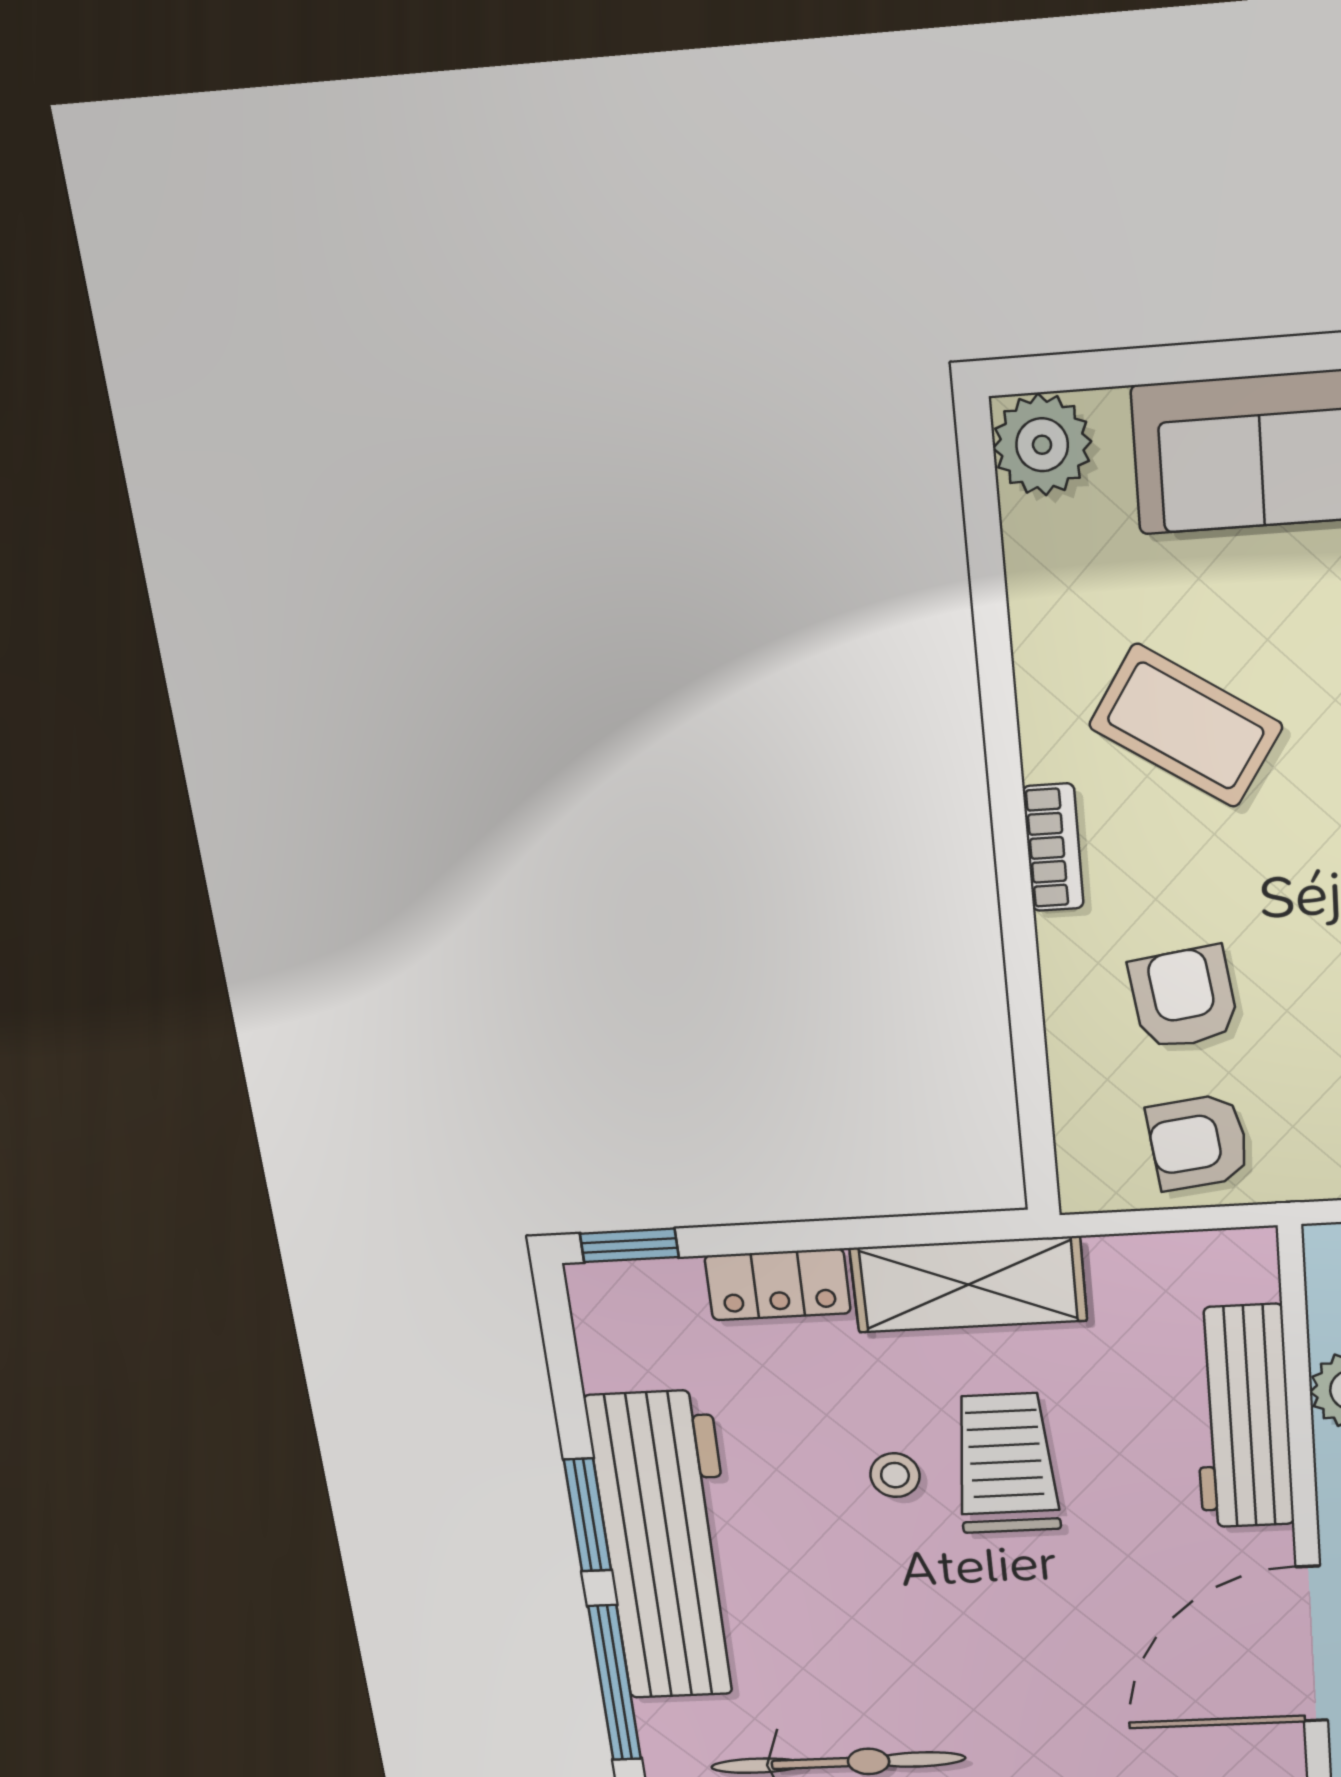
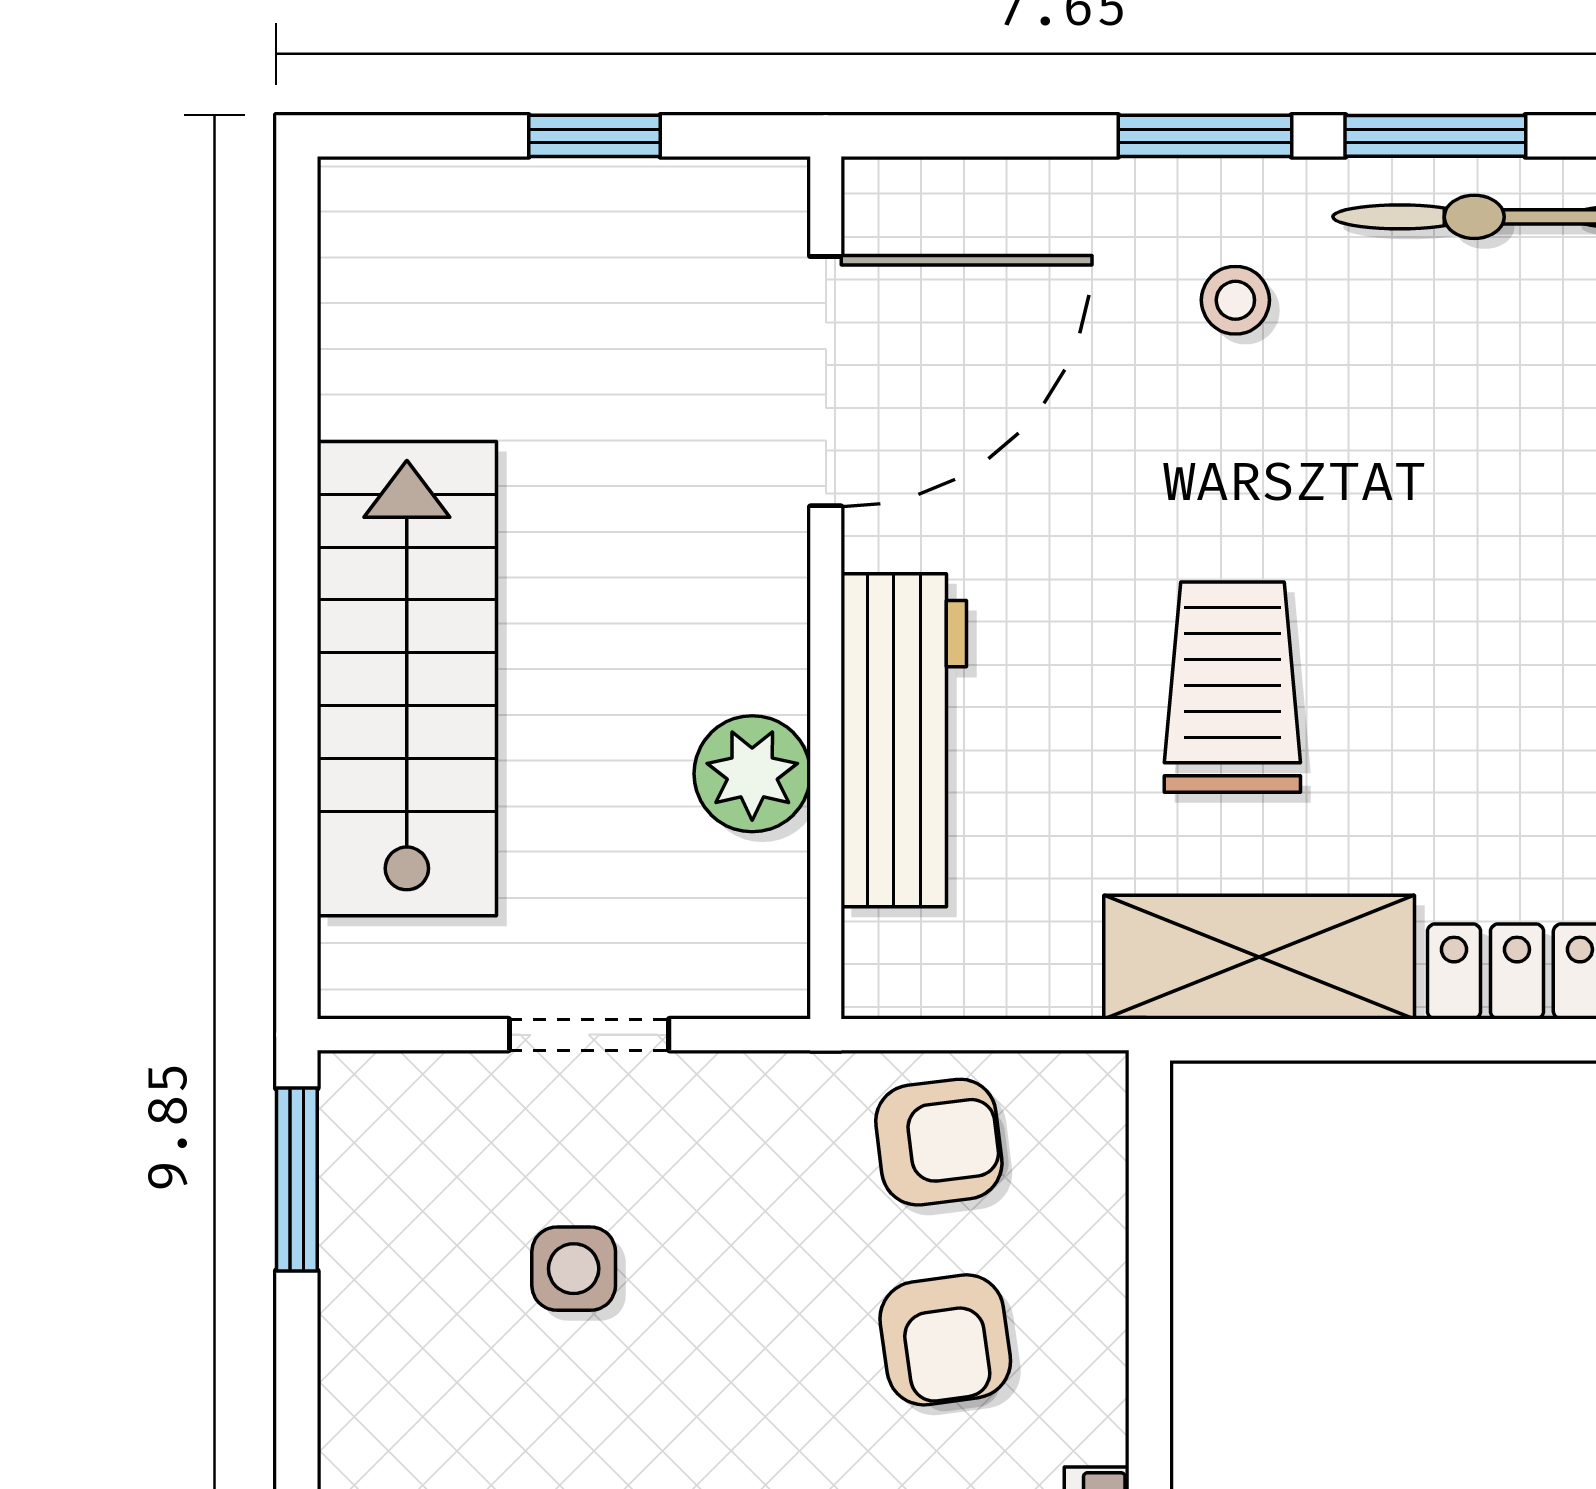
trolley: (1006, 1463) -> (1232, 687), turned 180
stool: (895, 1475) -> (1235, 300), moved

